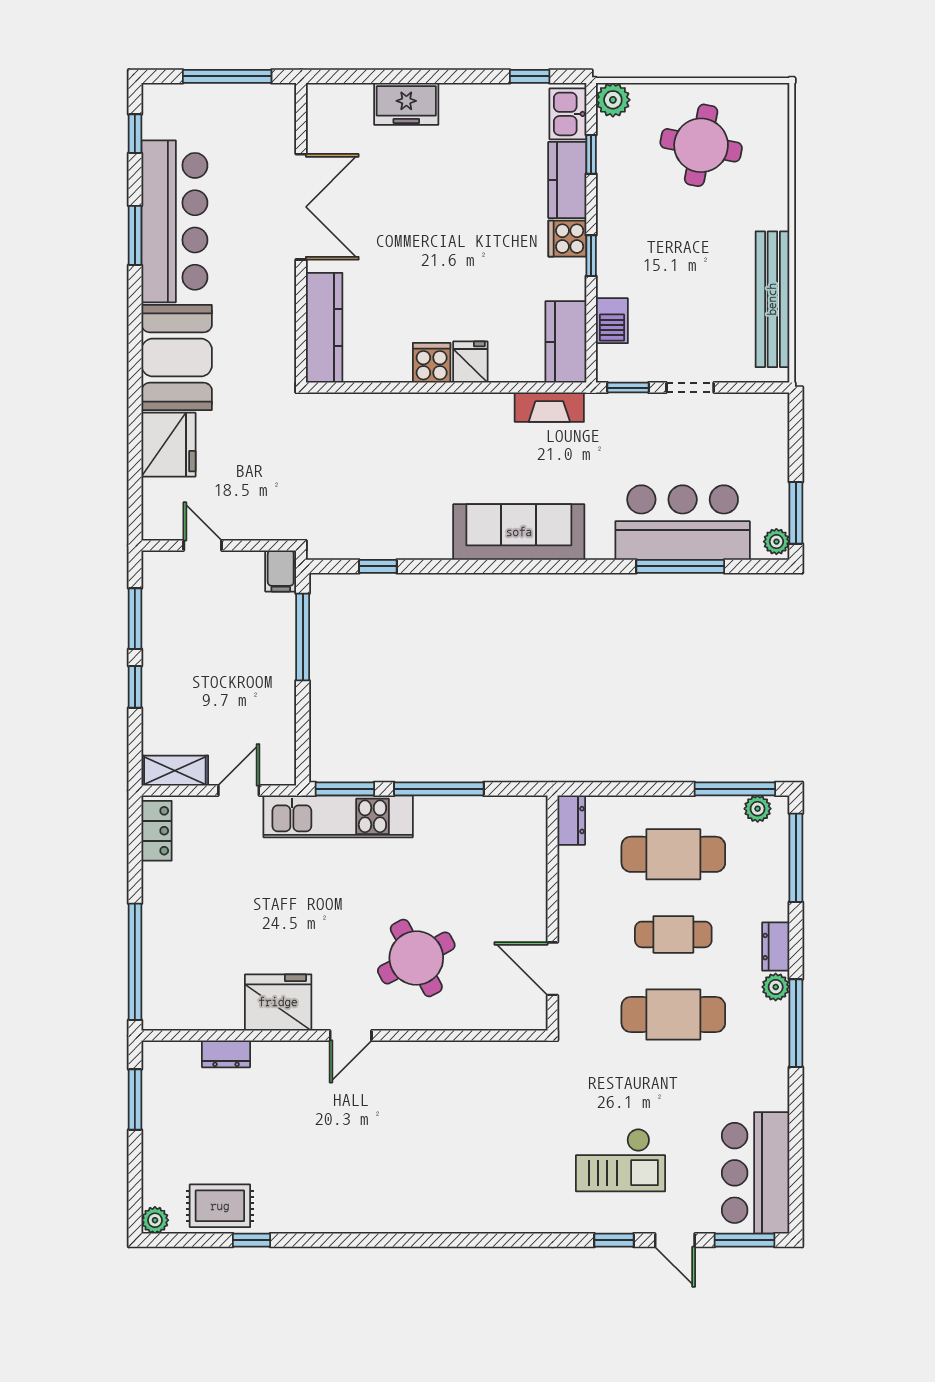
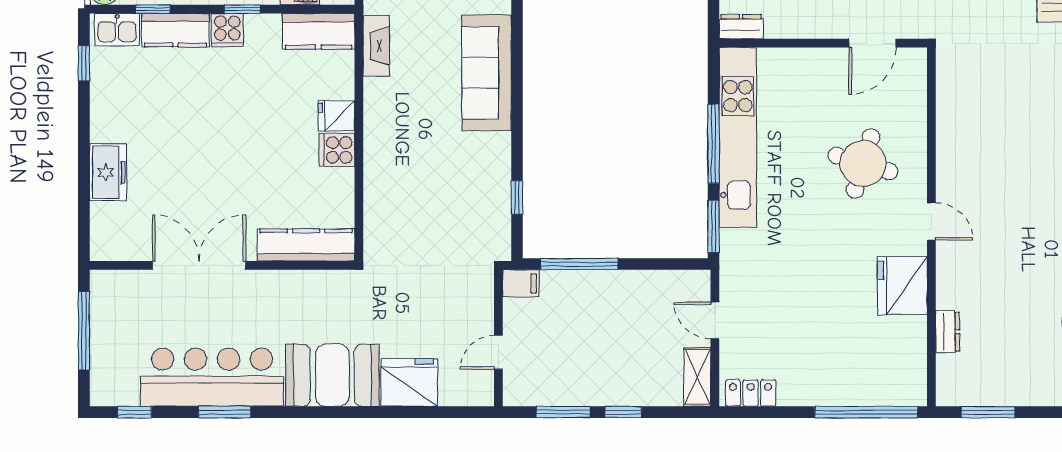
kitchen unit: (338, 816) -> (738, 137), moved, width x1.36
round table: (416, 958) -> (863, 163), turned 45

